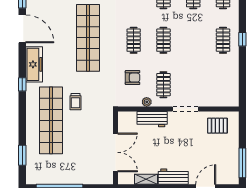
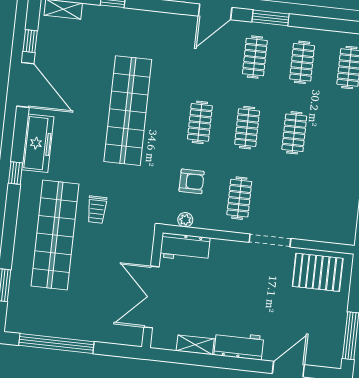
clothes rail: (223, 40) -> (294, 133), moved
plant: (147, 102) -> (185, 220), moved
workbench: (152, 119) -> (185, 247), moved
pallet: (217, 126) -> (318, 272), width x1.50, depth x1.42
double door: (116, 152) -> (152, 297), swing flipped

